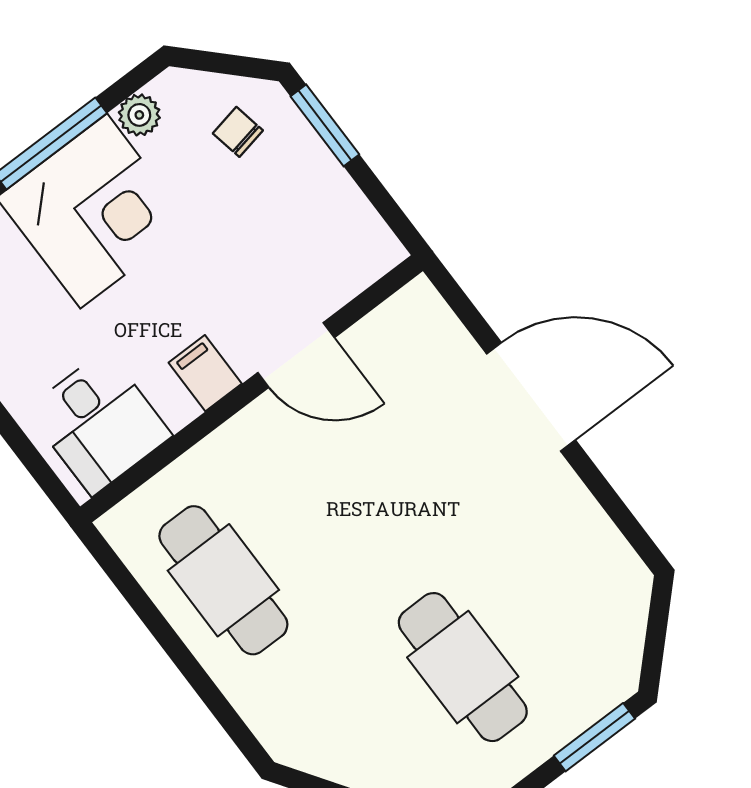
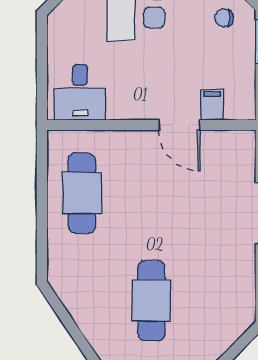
chair: (238, 132) -> (224, 18), turned -79
filing cabinet: (205, 373) -> (212, 105), moved

